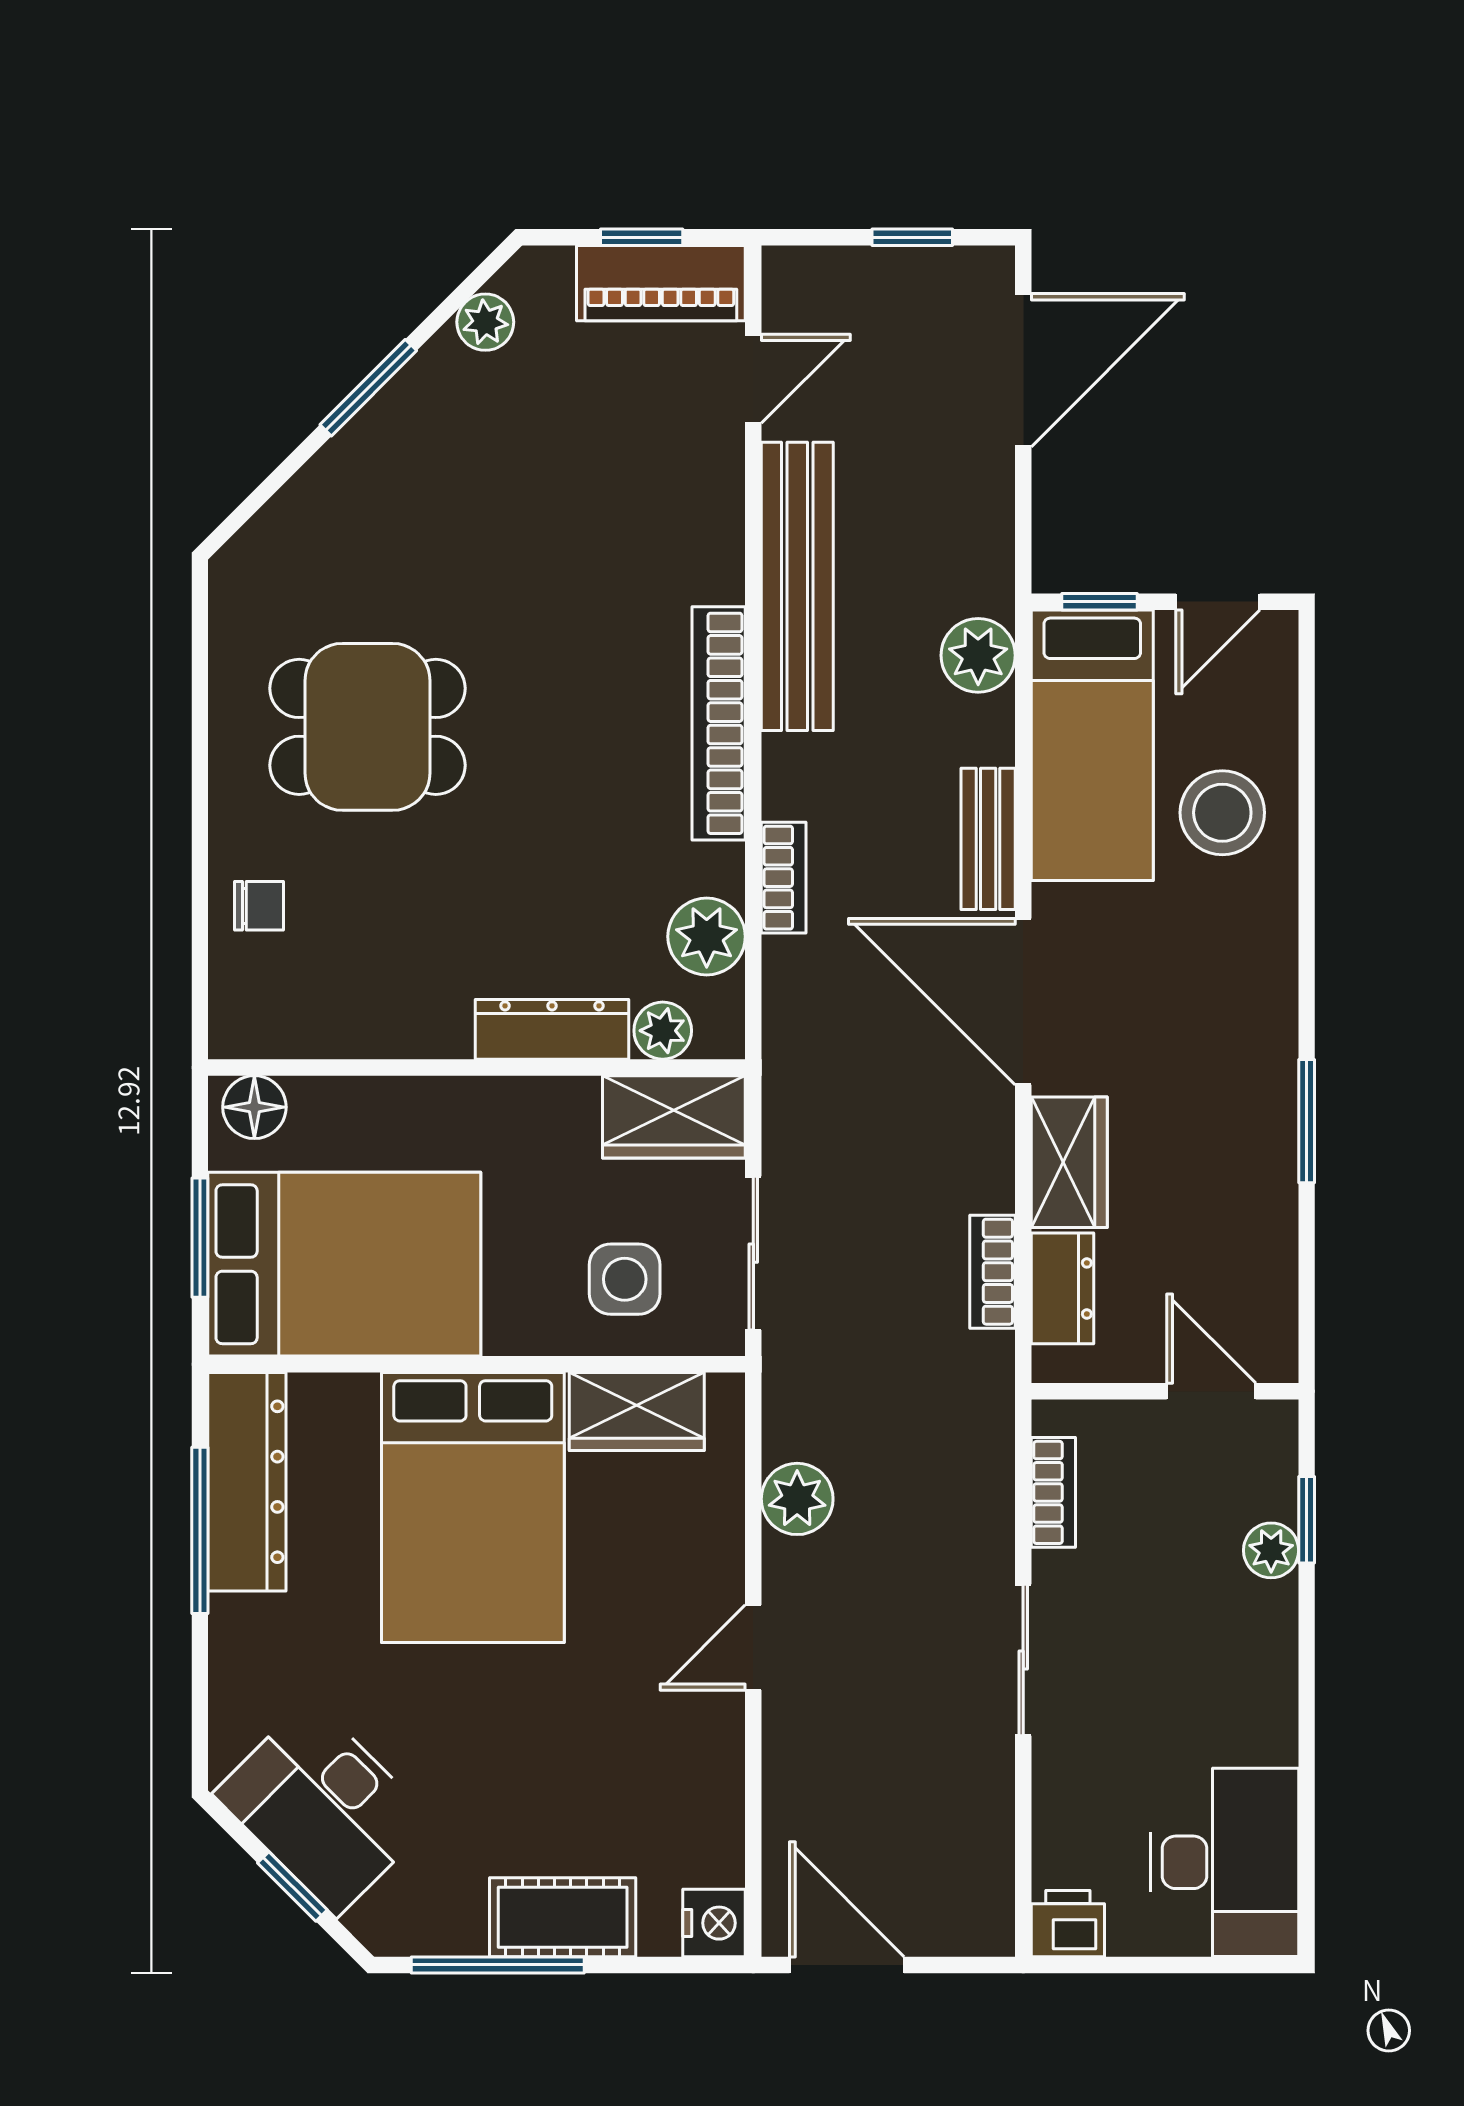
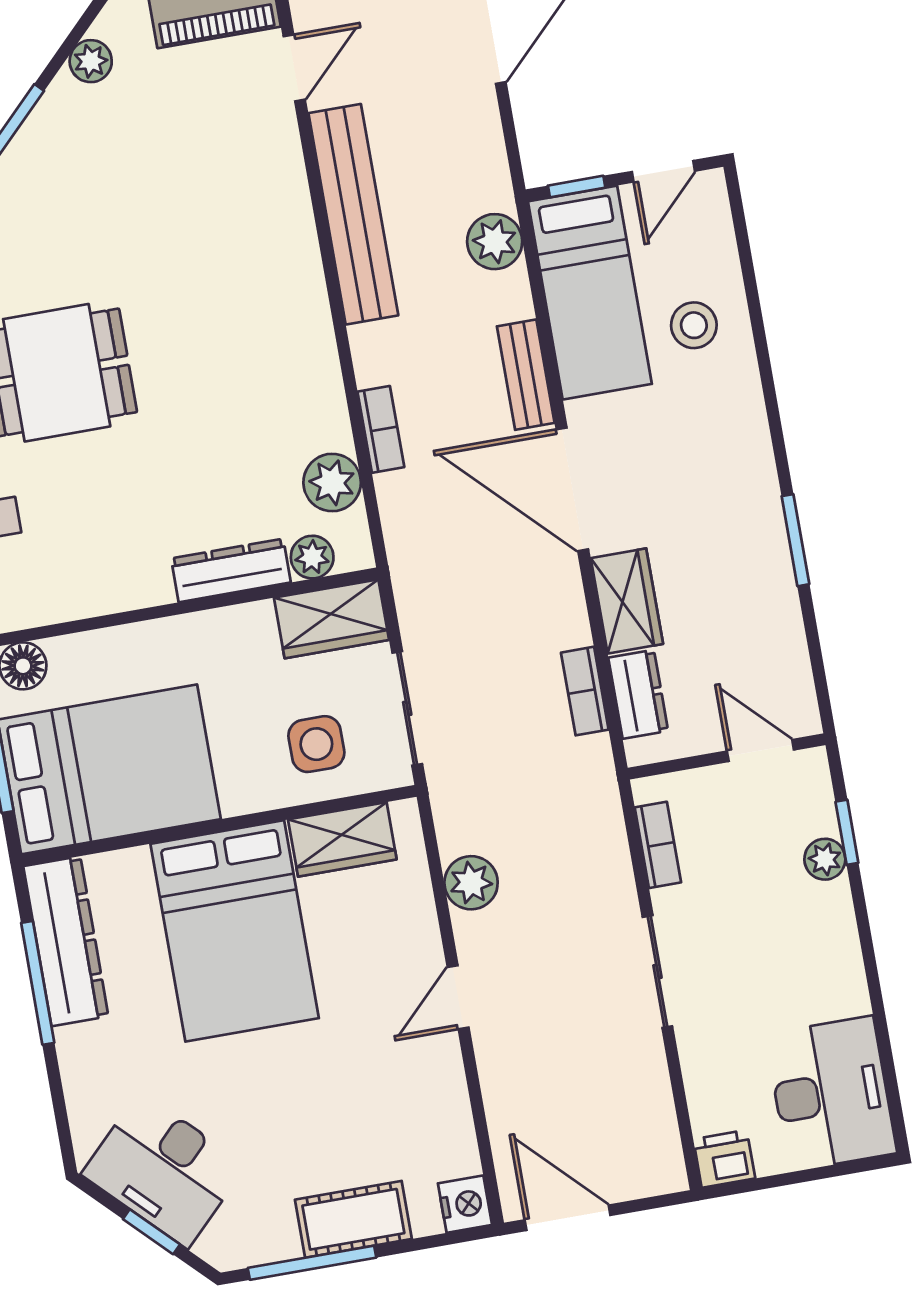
bookcase: (719, 723) -> (313, 325), removed
stool: (1222, 813) -> (694, 325), width x0.73, depth x0.73

